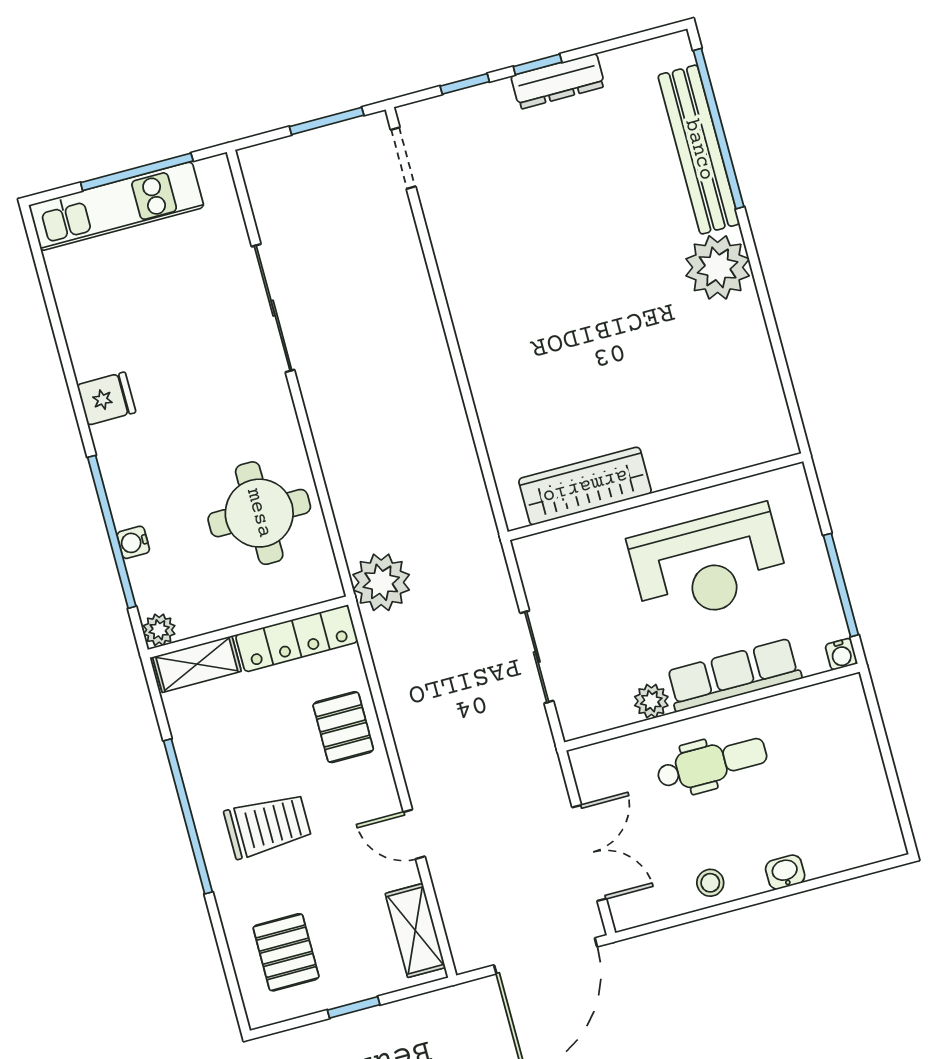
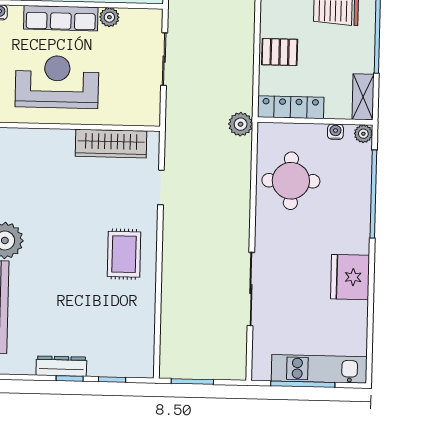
doorway: (403, 158) -> (161, 187), moved
rug: (507, 304) -> (124, 254), added
fridge: (106, 399) -> (350, 277), width x1.88, depth x1.34
water cooler: (133, 542) -> (335, 132), moved, turned -90
plant: (381, 582) -> (241, 124), width x0.73, depth x0.73
shelving: (197, 664) -> (363, 97), moved, turned 90
pallet: (343, 727) -> (280, 52), turned 90

